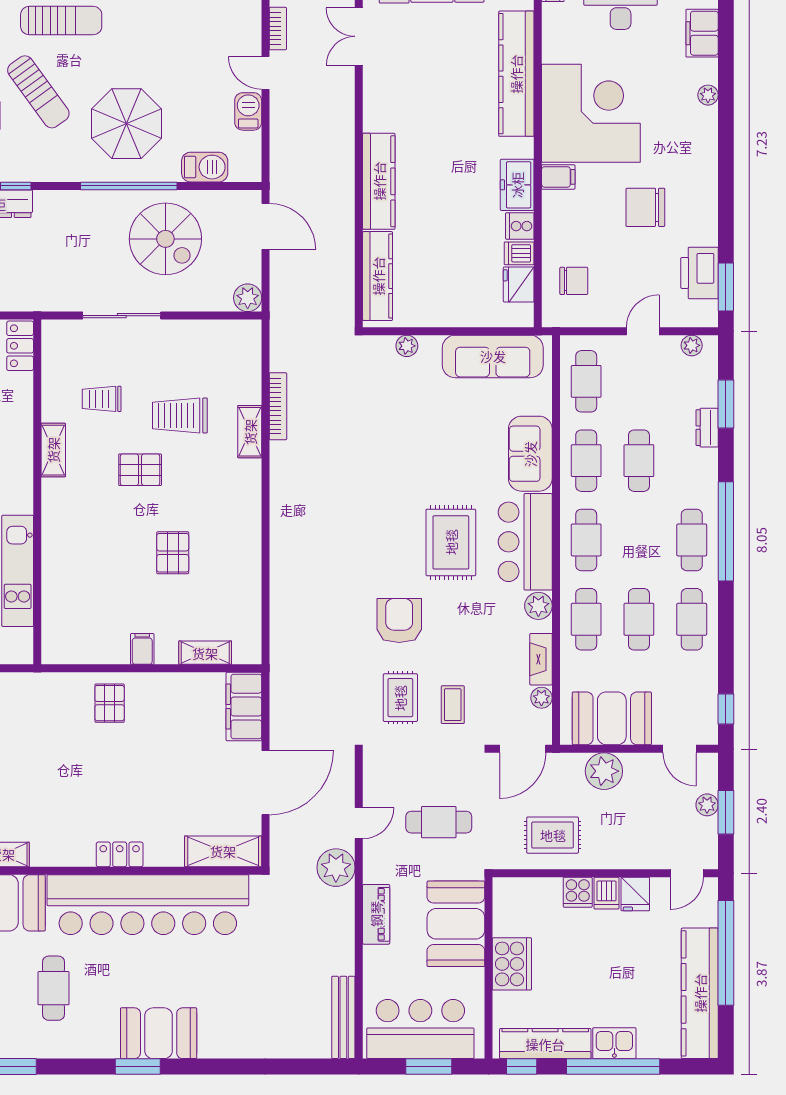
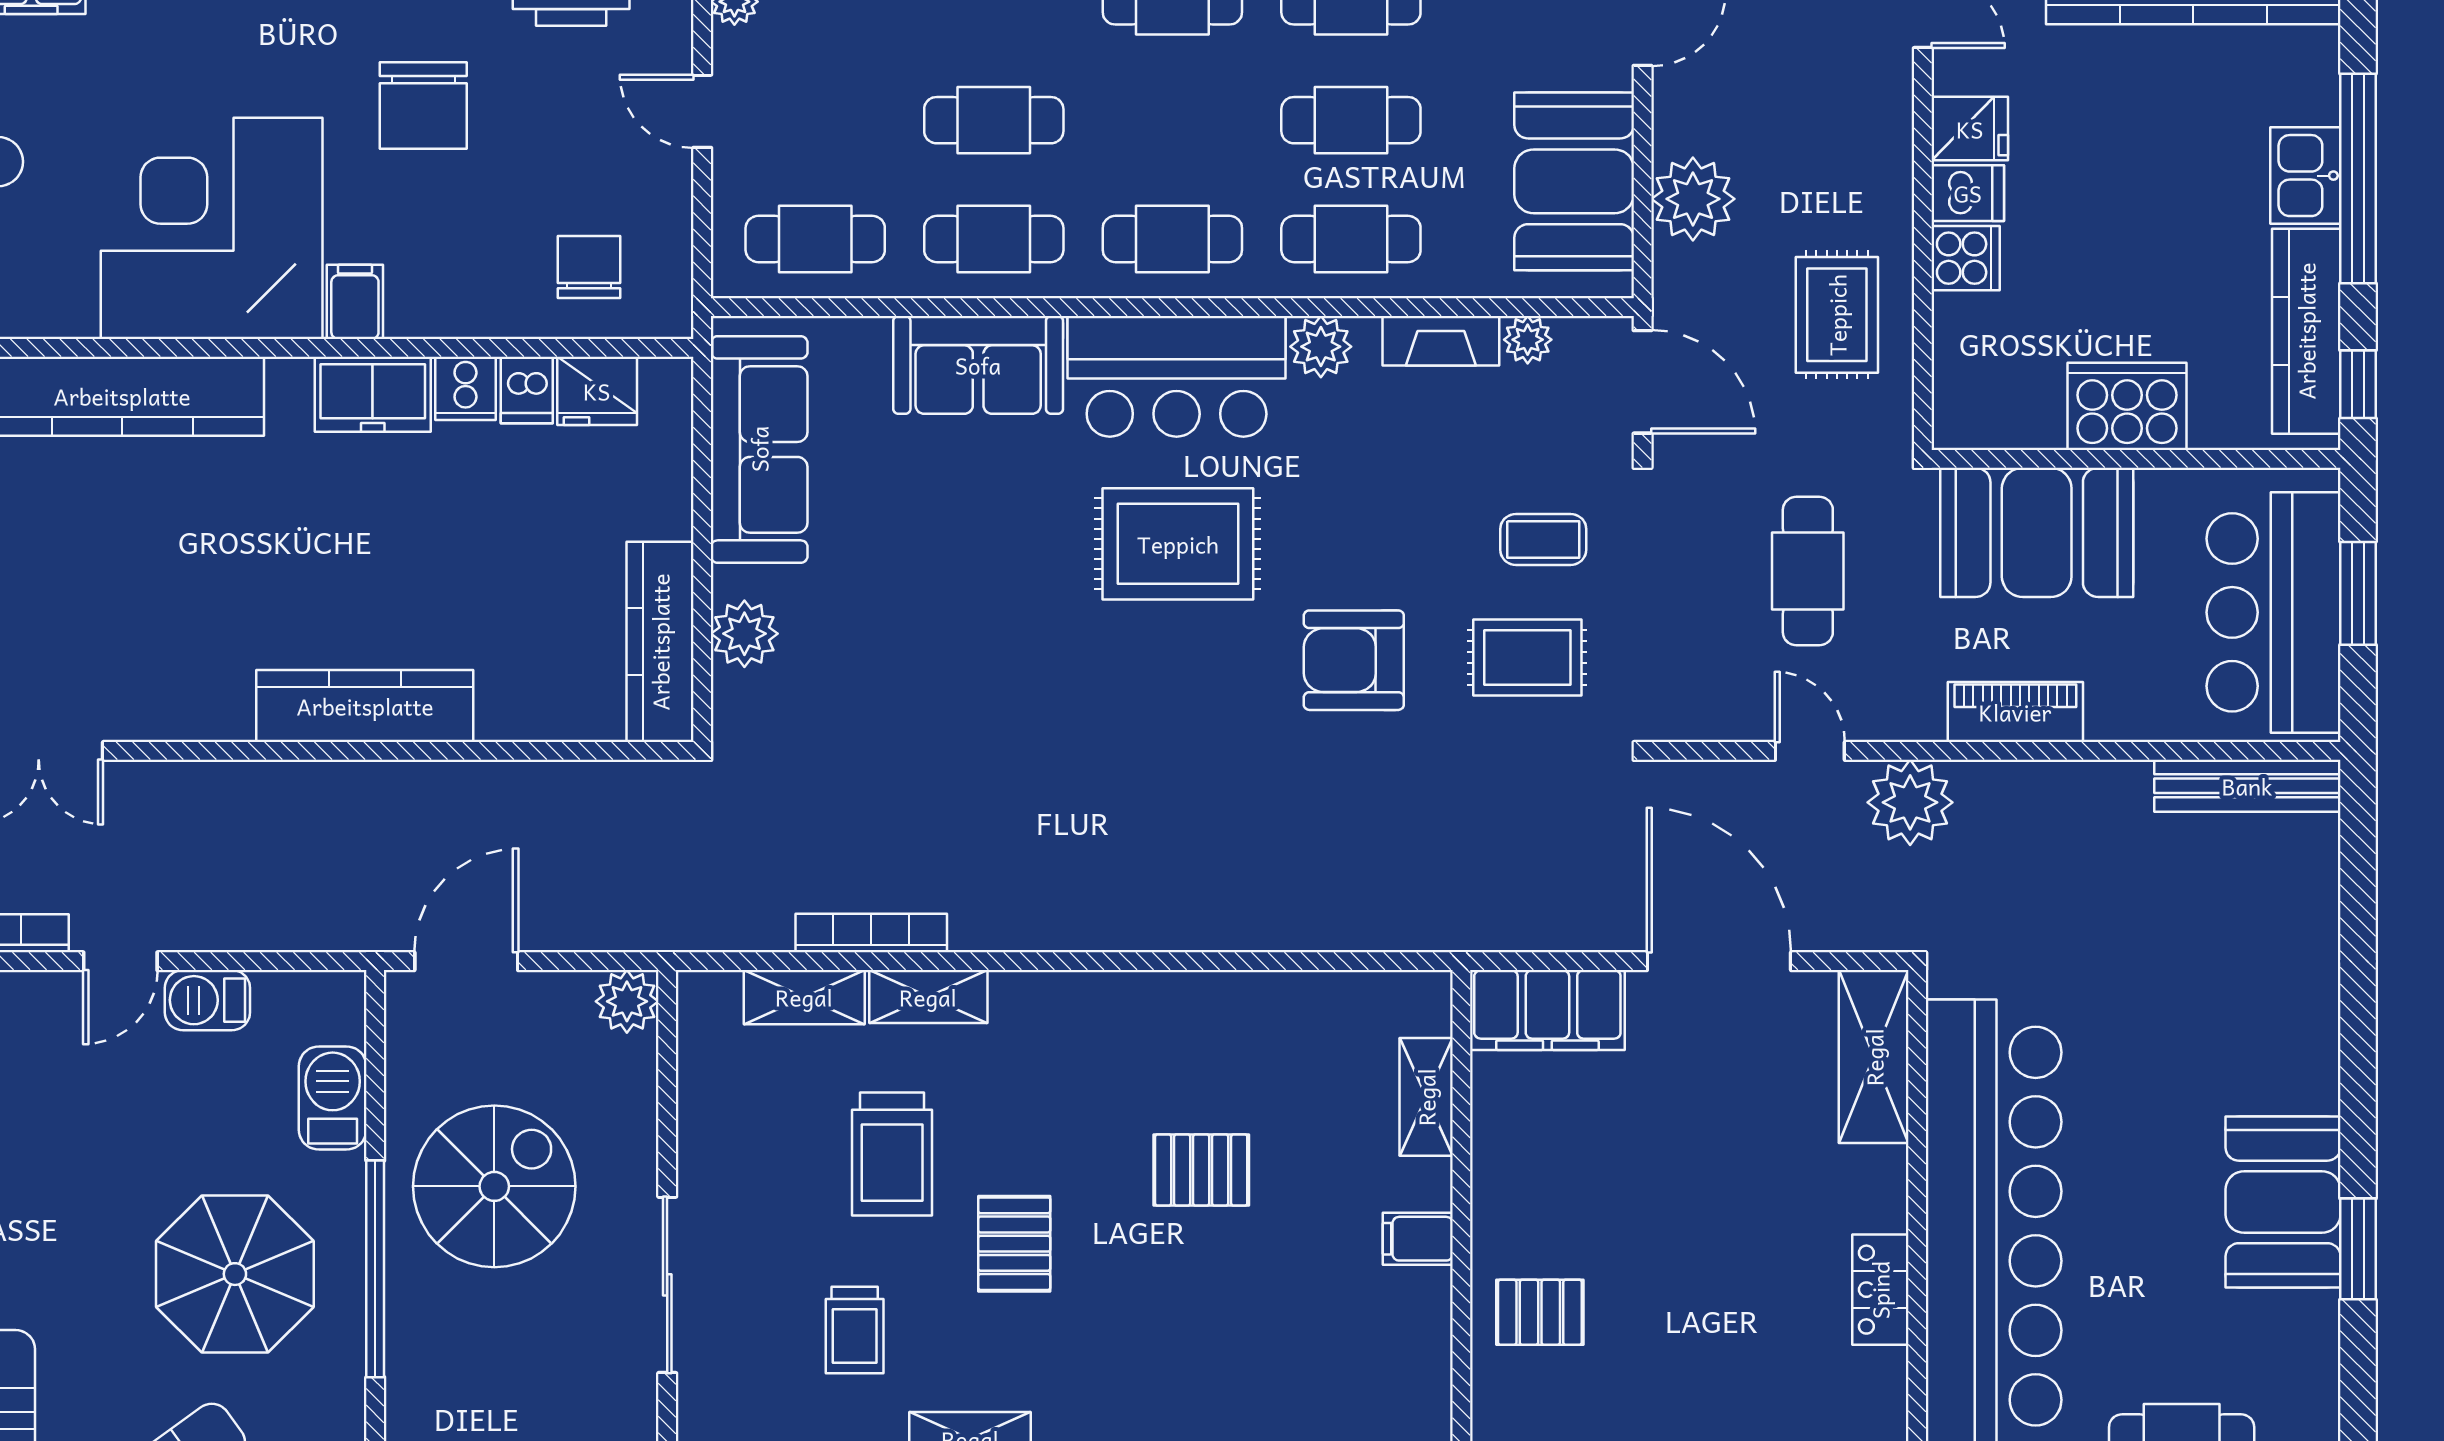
kitchen counter: (378, 276) -> (660, 642), moved, turned -90
plant: (407, 346) -> (744, 634), width x1.38, depth x1.38
shelving: (250, 377) -> (804, 997), added

